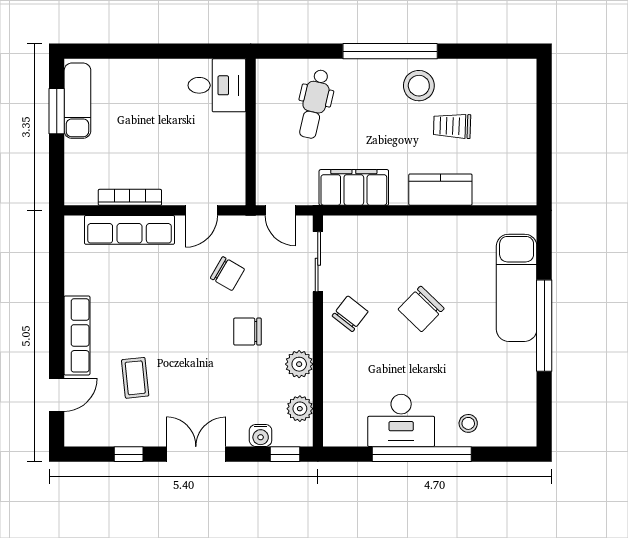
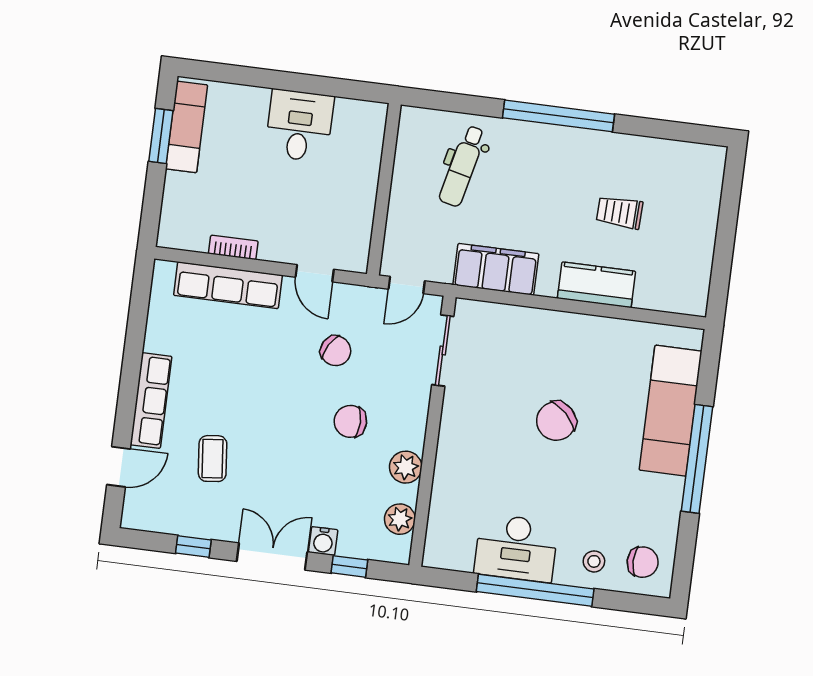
desk: (217, 85) -> (299, 126), moved, turned -90
stool: (419, 86) -> (587, 160), removed
bookcase: (130, 197) -> (233, 247), width x0.64
door: (201, 210) -> (315, 273), hinge flipped
door: (280, 210) -> (407, 285), hinge flipped
chair: (350, 314) -> (643, 562), moved, turned 52
water cooler: (261, 435) -> (323, 541), moved
window: (285, 454) -> (349, 566), moved

